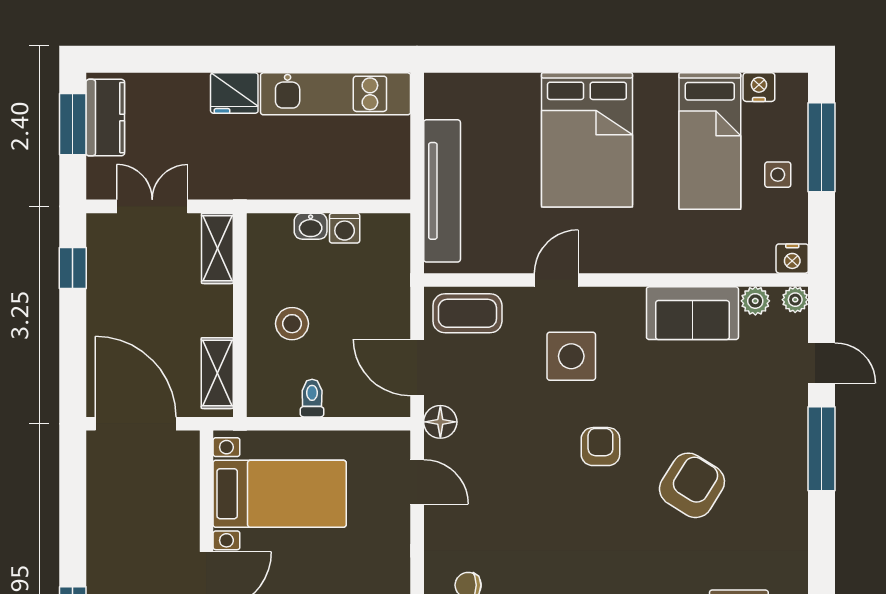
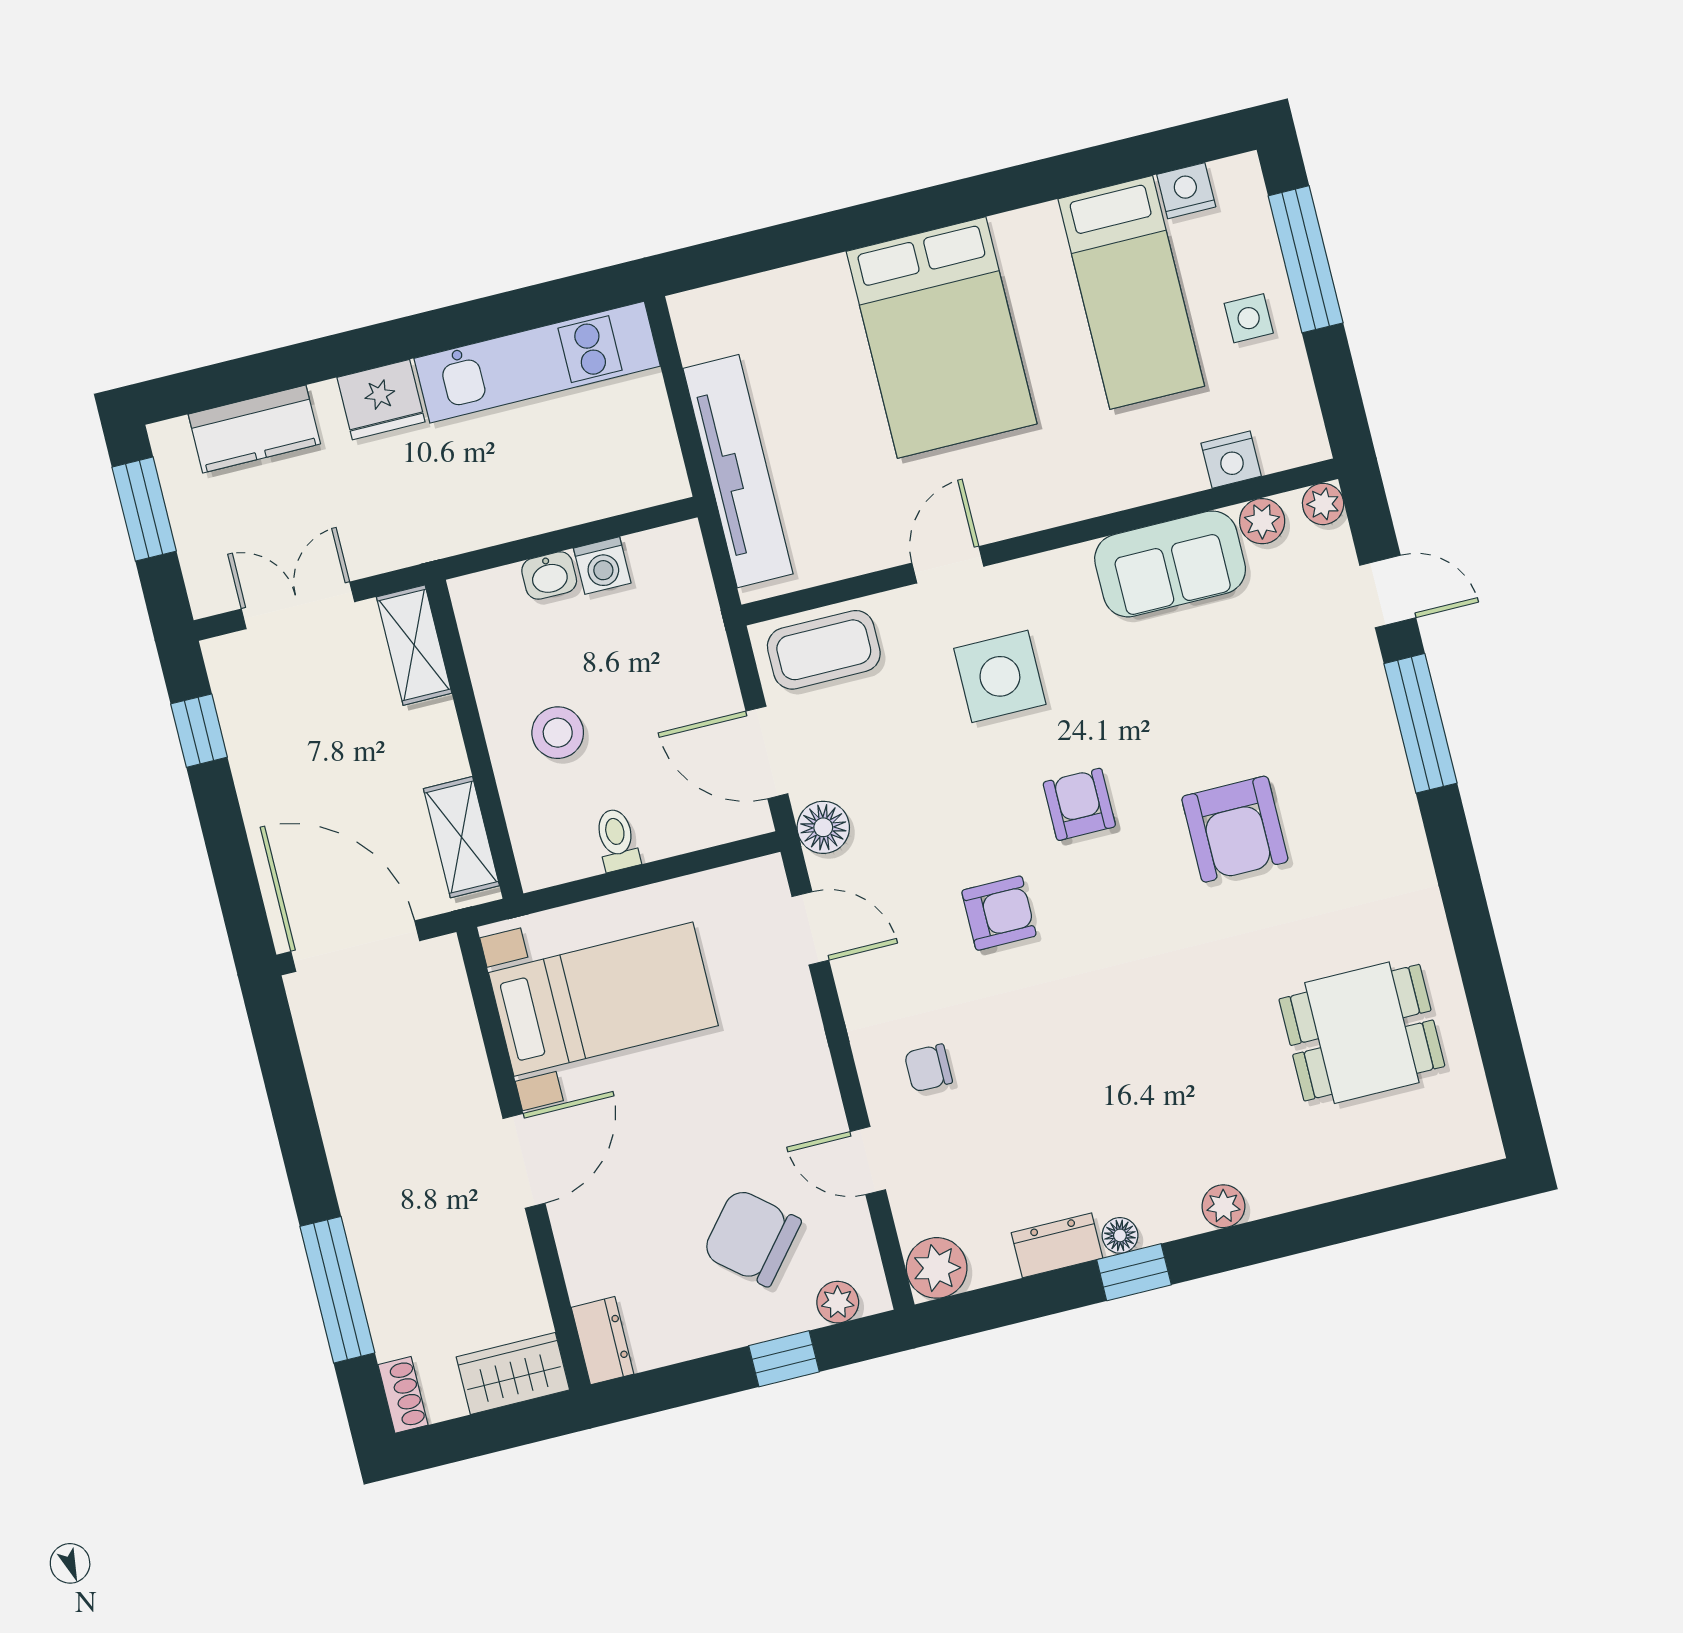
kitchen counter: (105, 118) -> (254, 429), moved, turned 90
nightstand: (792, 259) -> (1231, 460), moved
armchair: (692, 485) -> (1235, 829), turned 148
armchair: (535, 501) -> (999, 913), added

